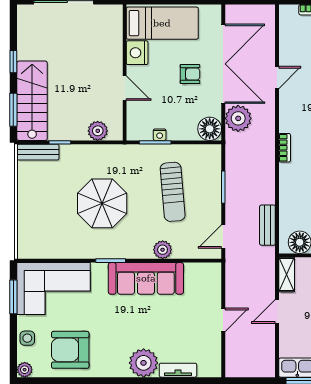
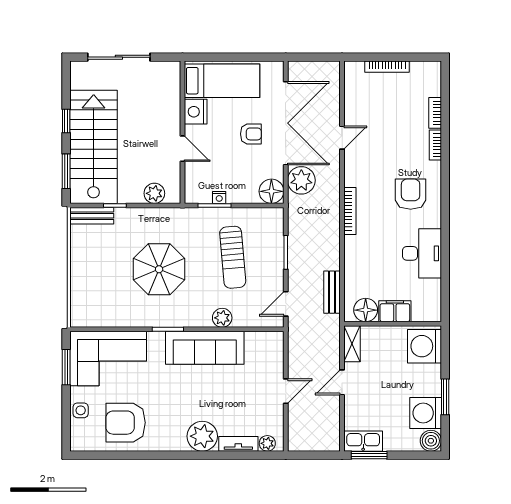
stairs: (32, 101) -> (94, 147), width x1.36, depth x1.51
bookcase: (285, 148) -> (350, 211), width x1.56
plant: (25, 370) -> (267, 443), moved

